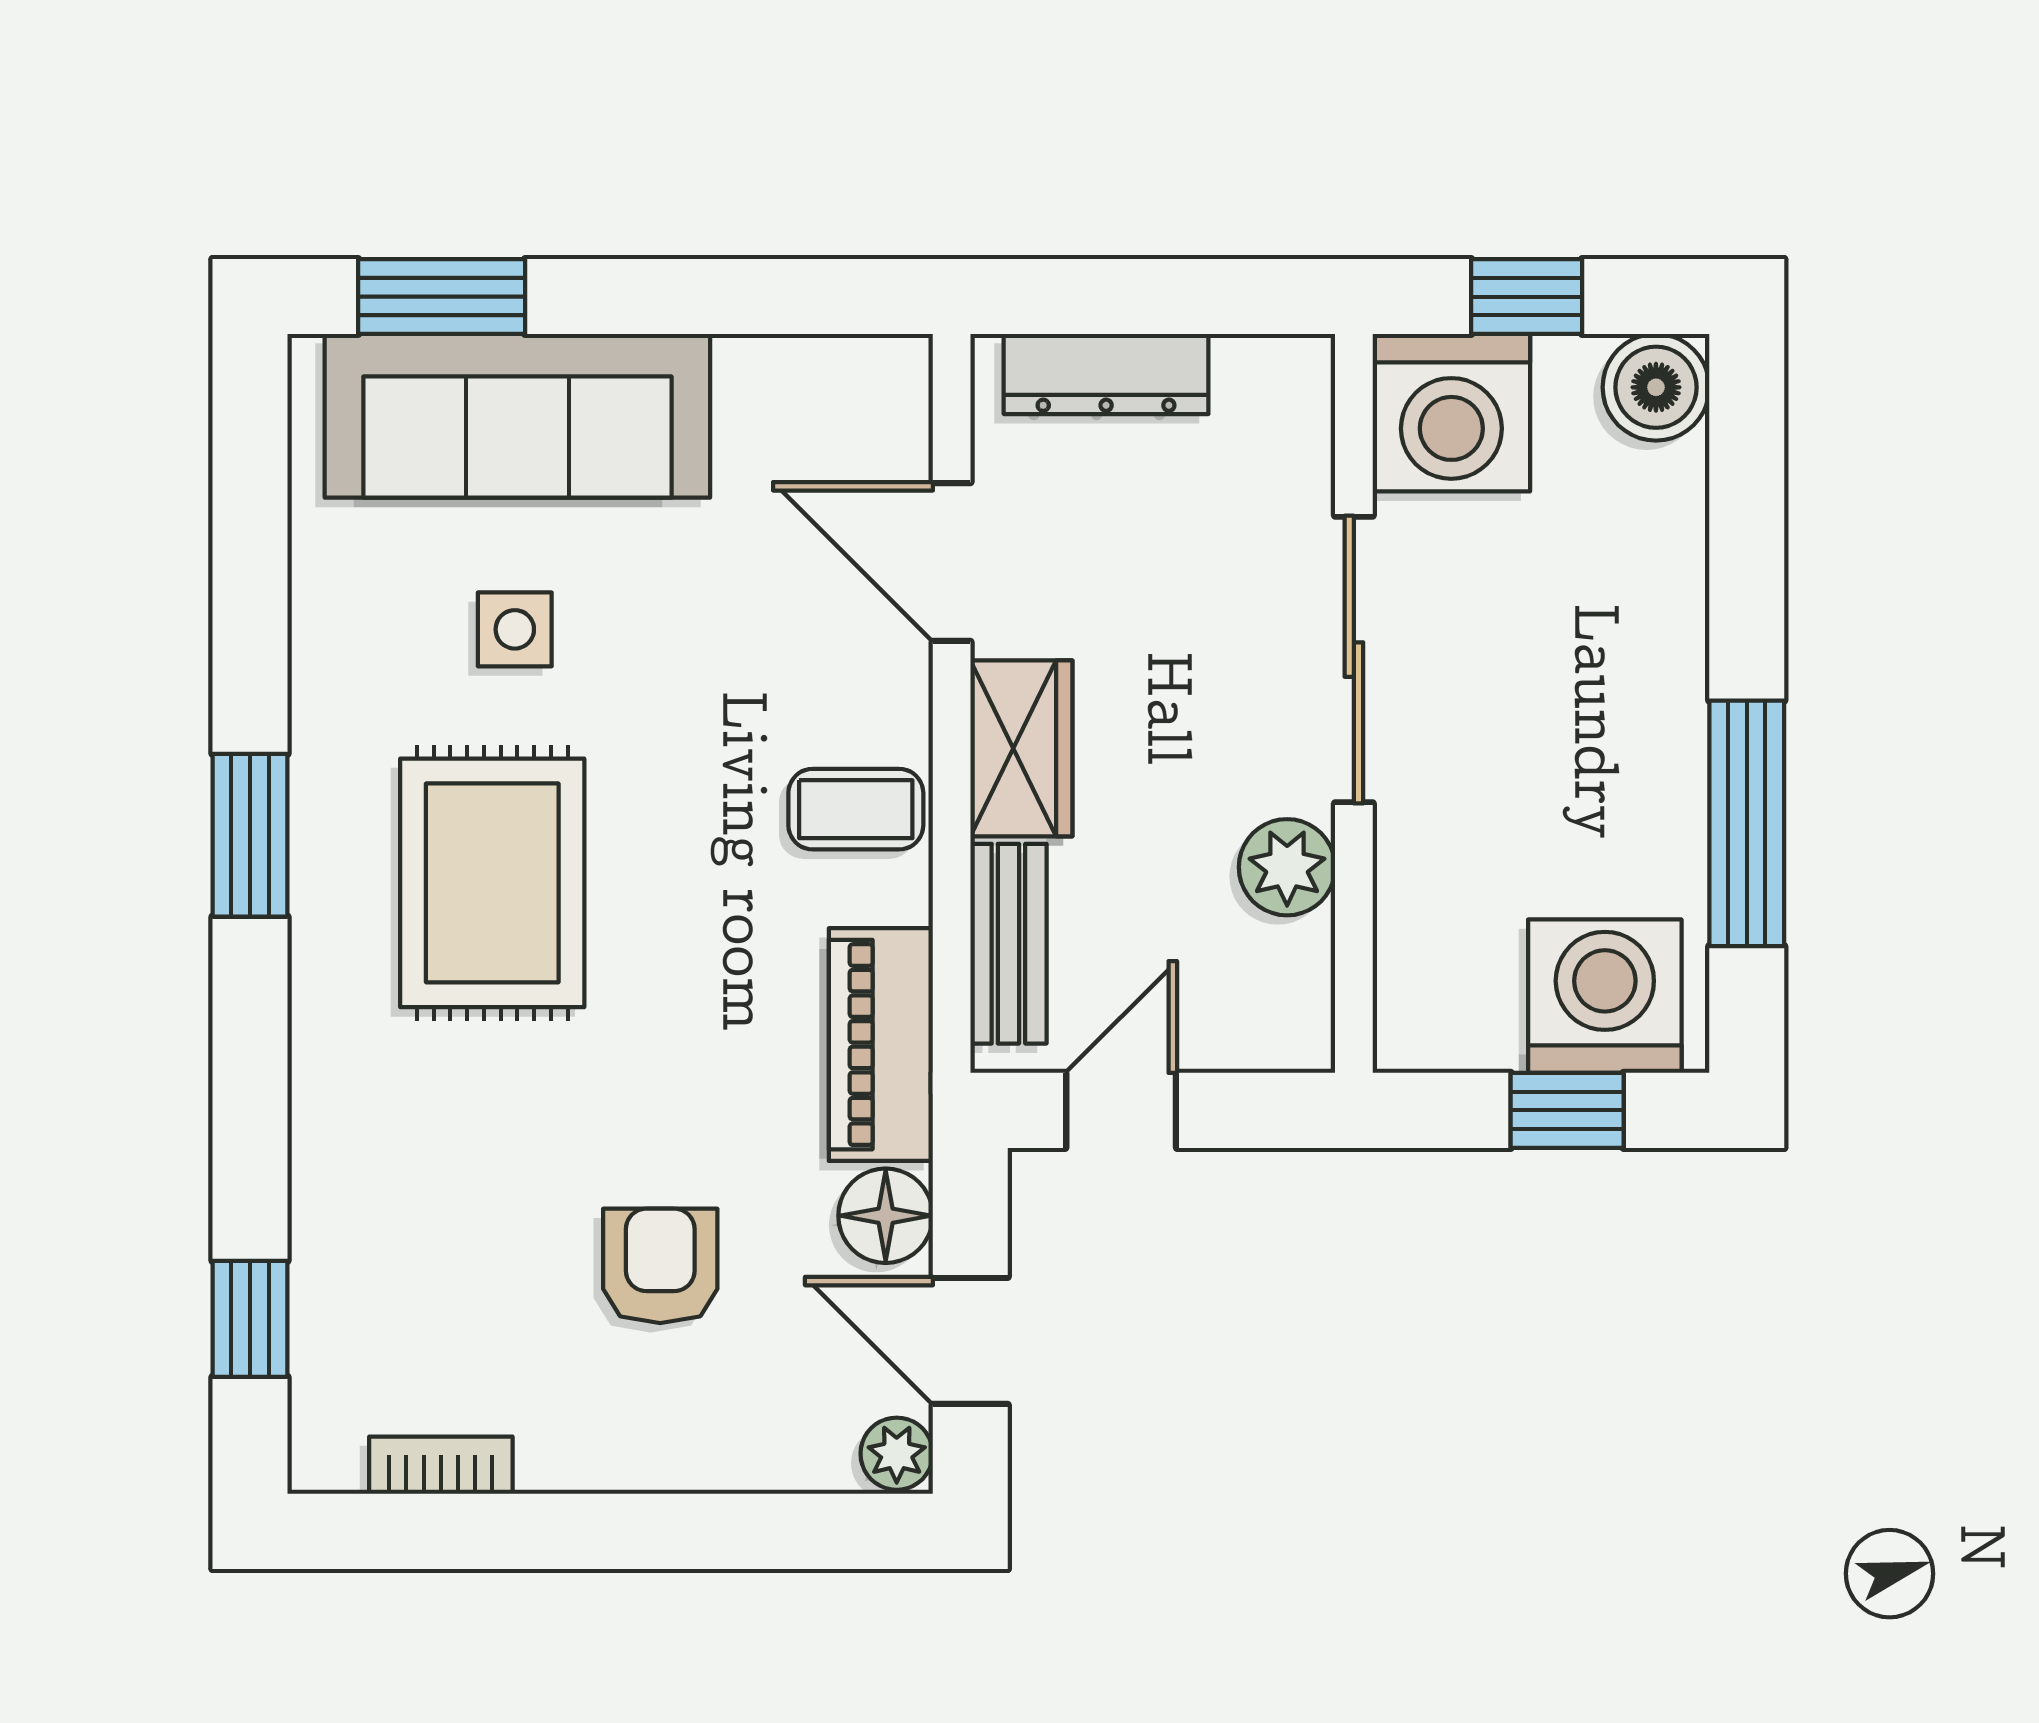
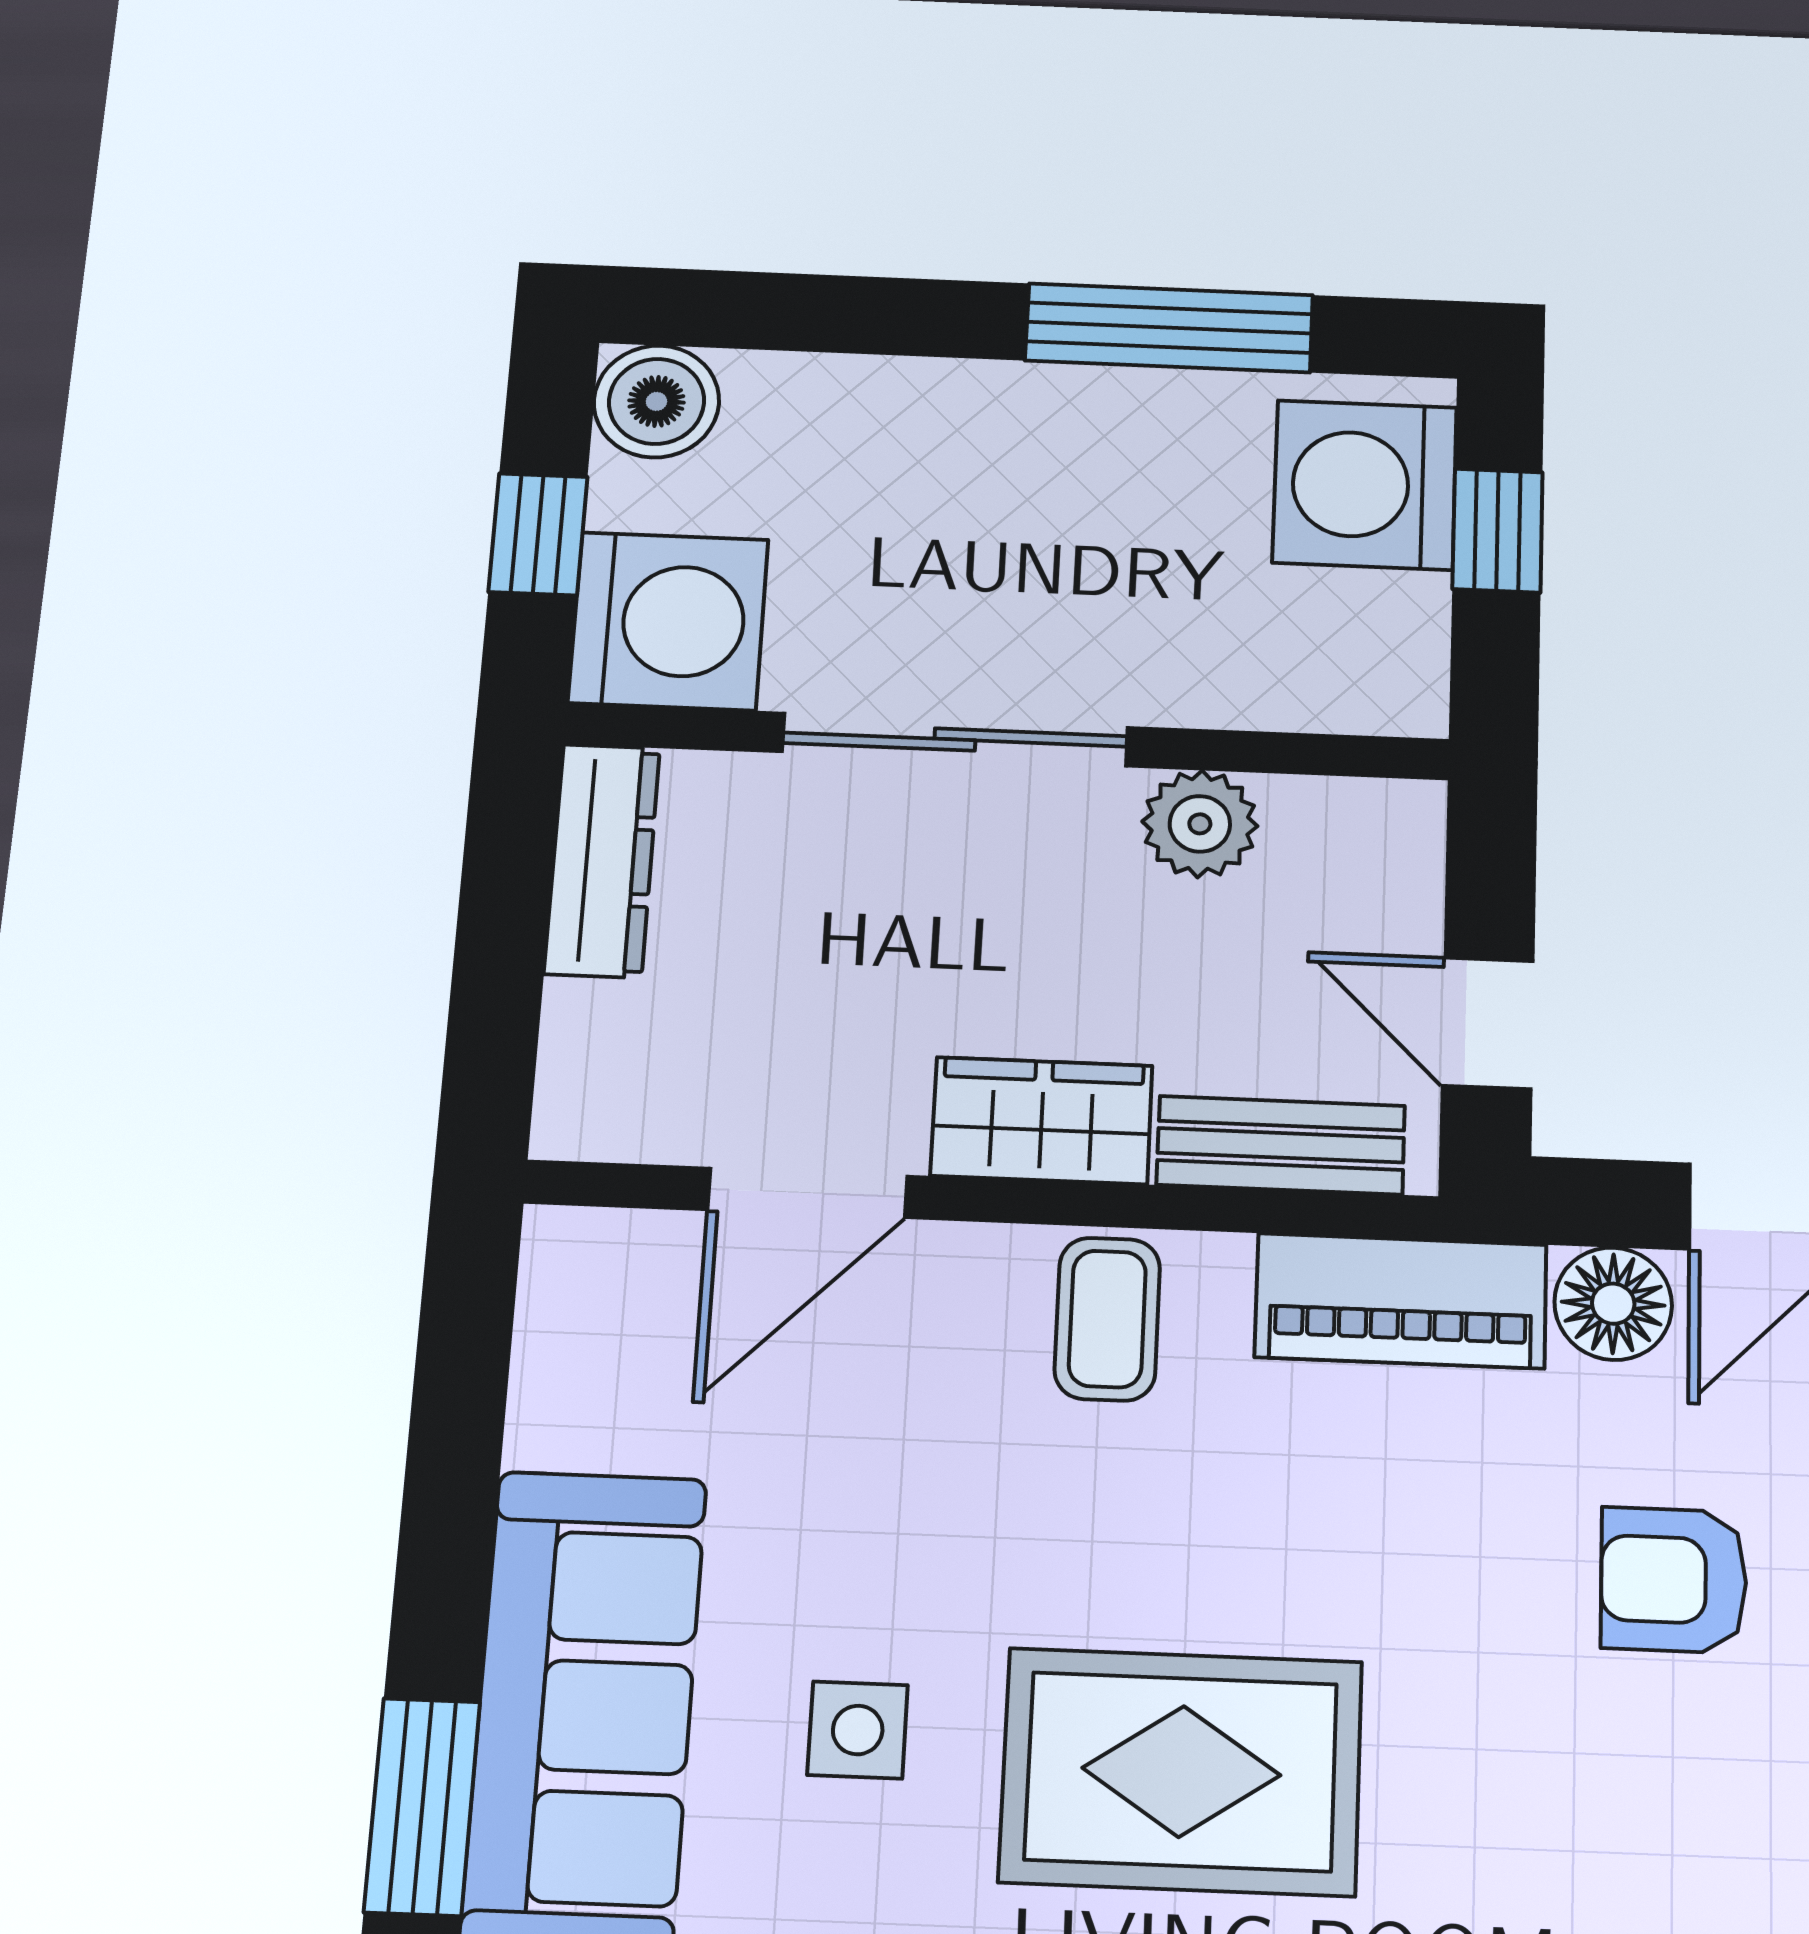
dresser: (1106, 374) -> (602, 860), moved

